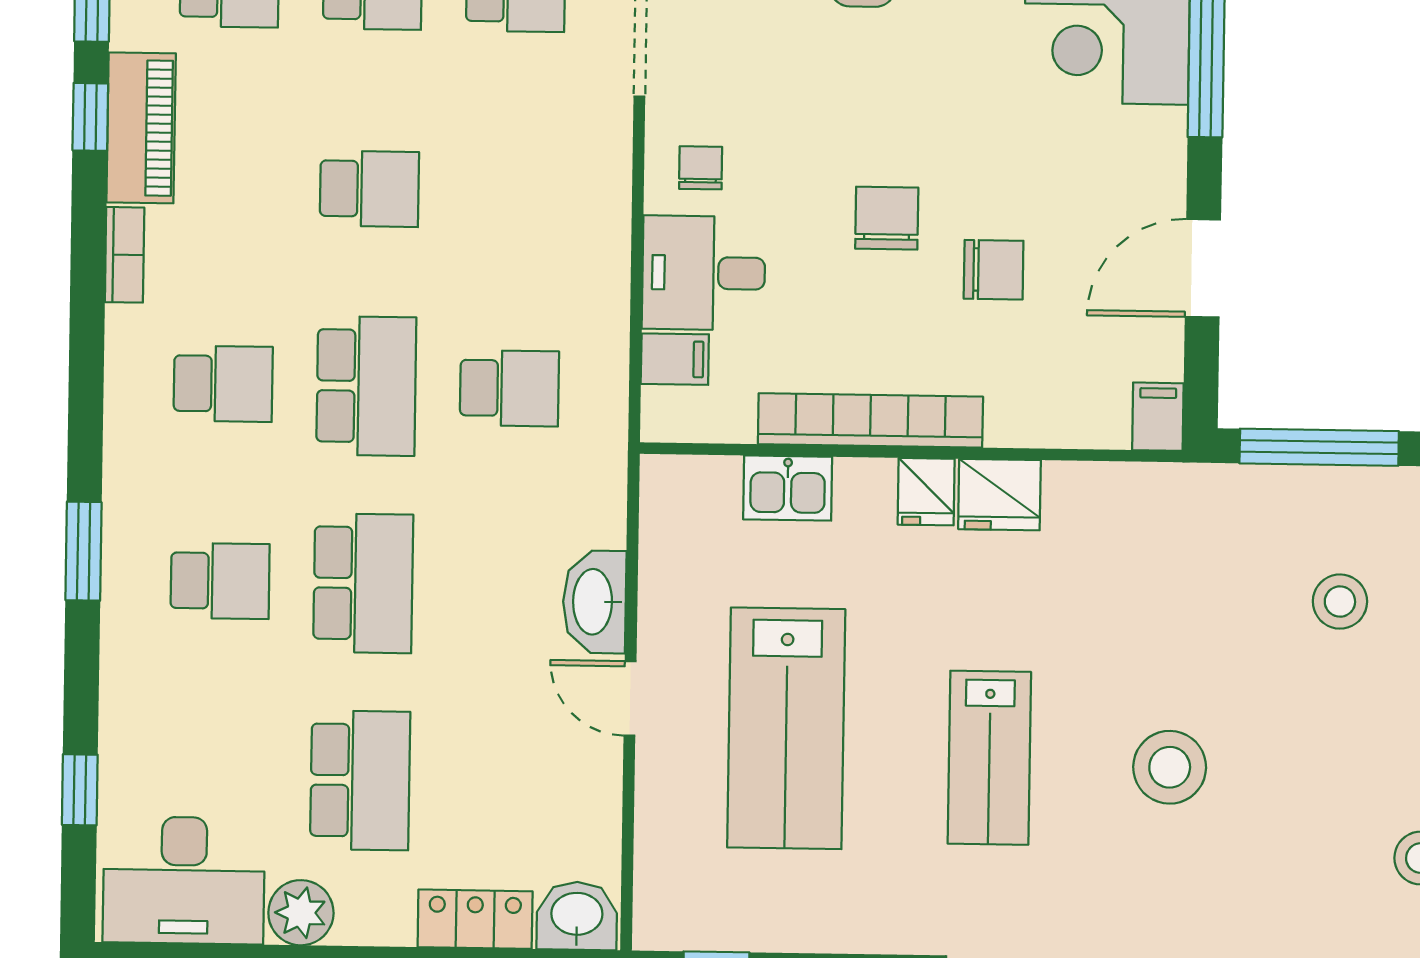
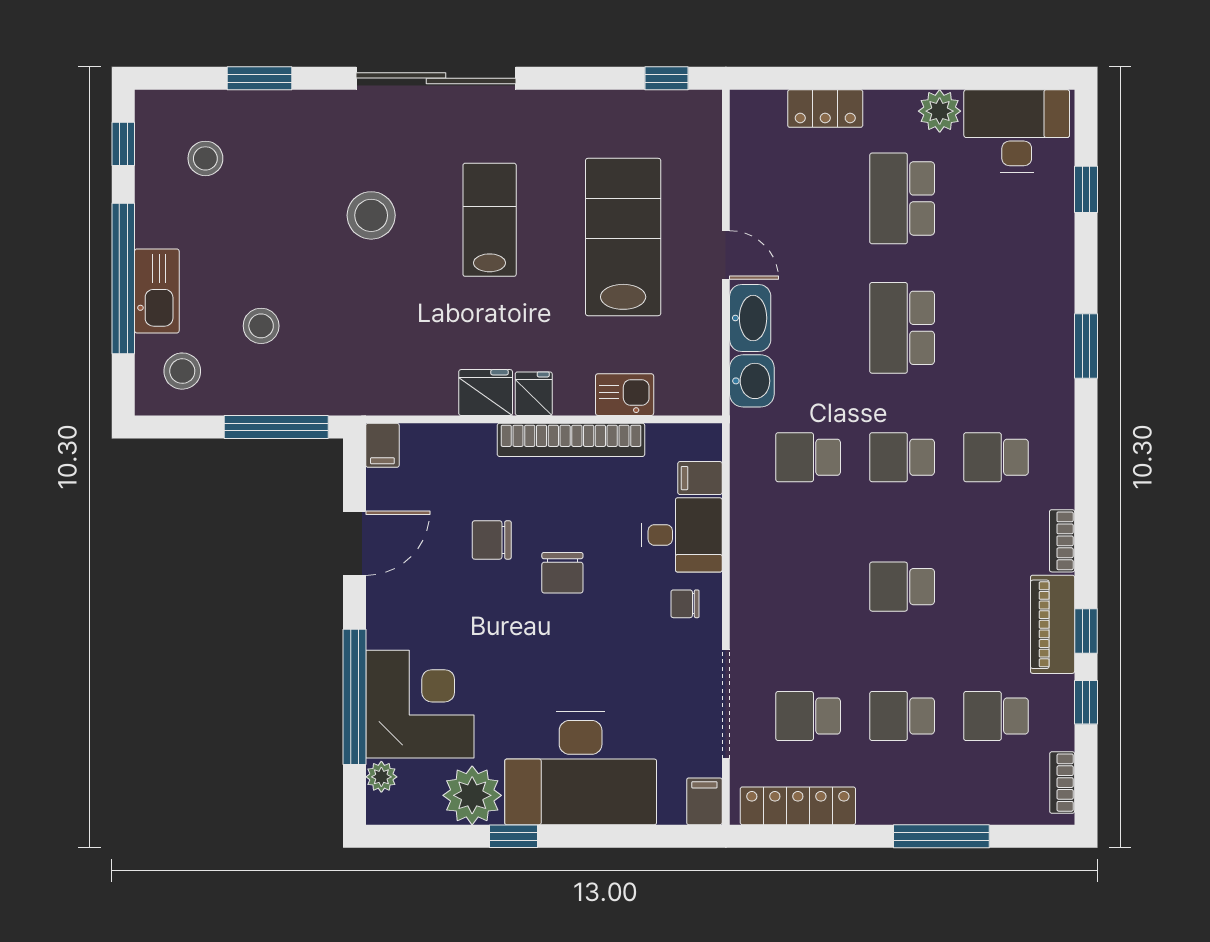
chair: (701, 168) -> (685, 604), turned 90
school desk: (366, 386) -> (902, 457), width x0.54
school desk: (220, 581) -> (996, 328), removed
washbasin: (577, 916) -> (752, 381), moved, turned -90

